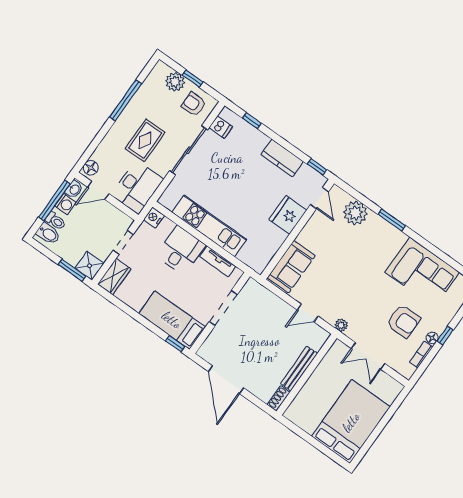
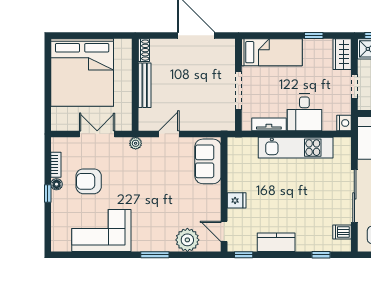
fridge: (288, 215) -> (237, 200), width x0.53, depth x0.75
window: (175, 344) -> (314, 35), moved
bed: (351, 422) -> (82, 73), width x1.36

